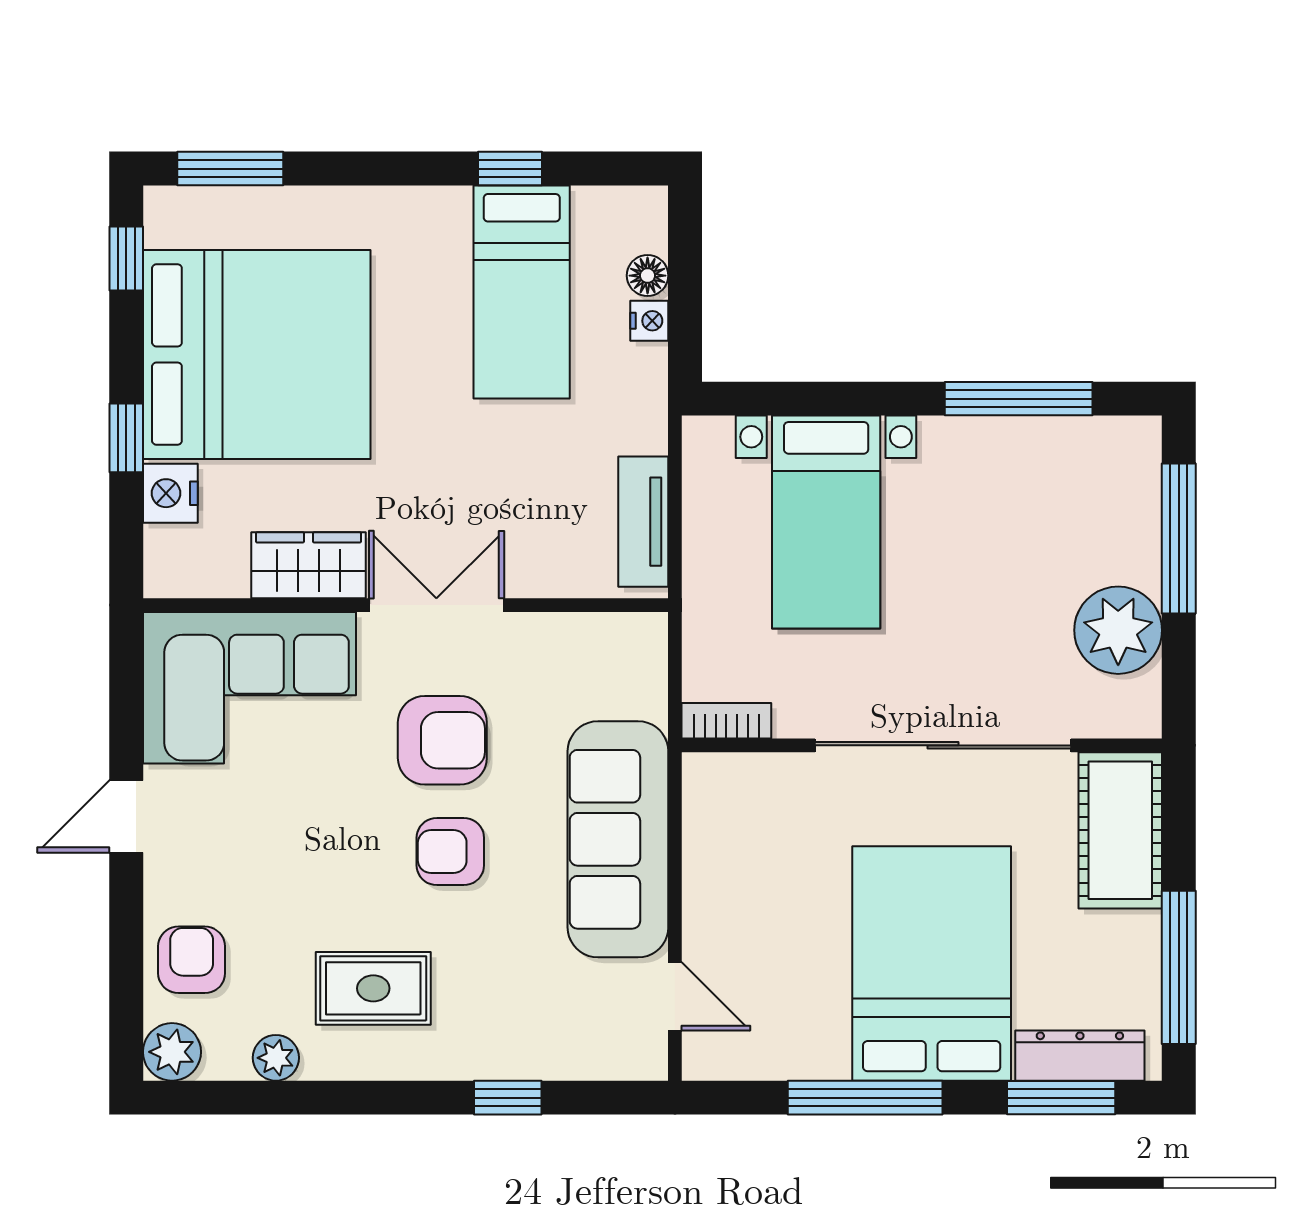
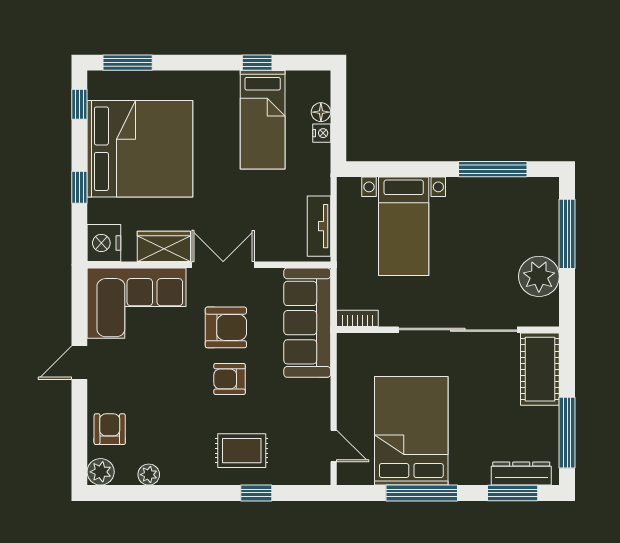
nightstand: (170, 493) -> (104, 243), moved, width x1.36, depth x1.33
sofa: (618, 839) -> (307, 323), moved
bed: (932, 963) -> (411, 431), moved
rug: (373, 988) -> (242, 451), moved

